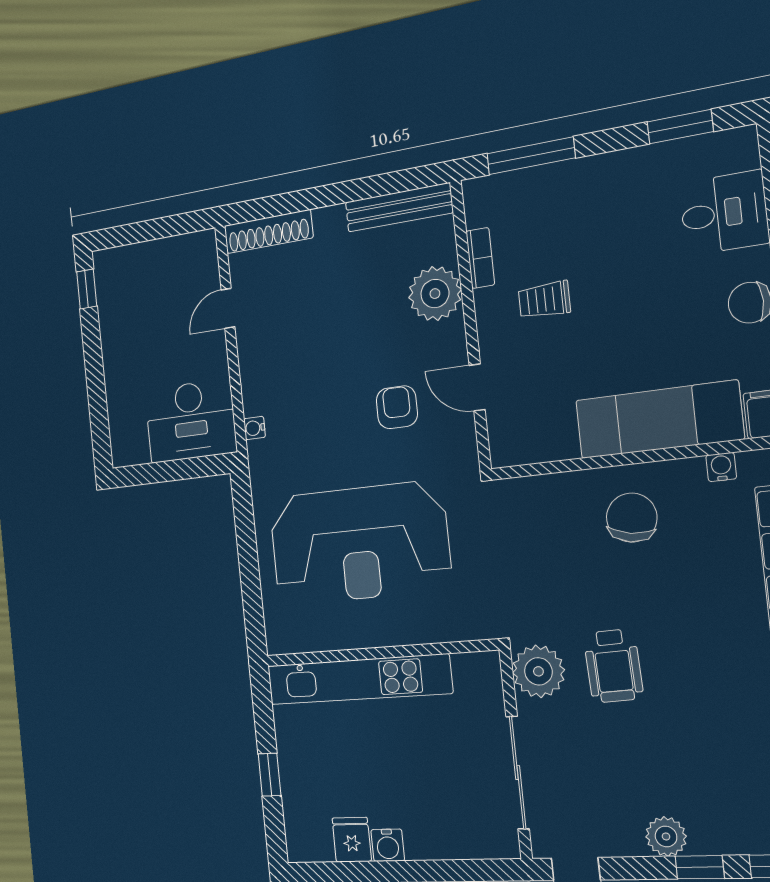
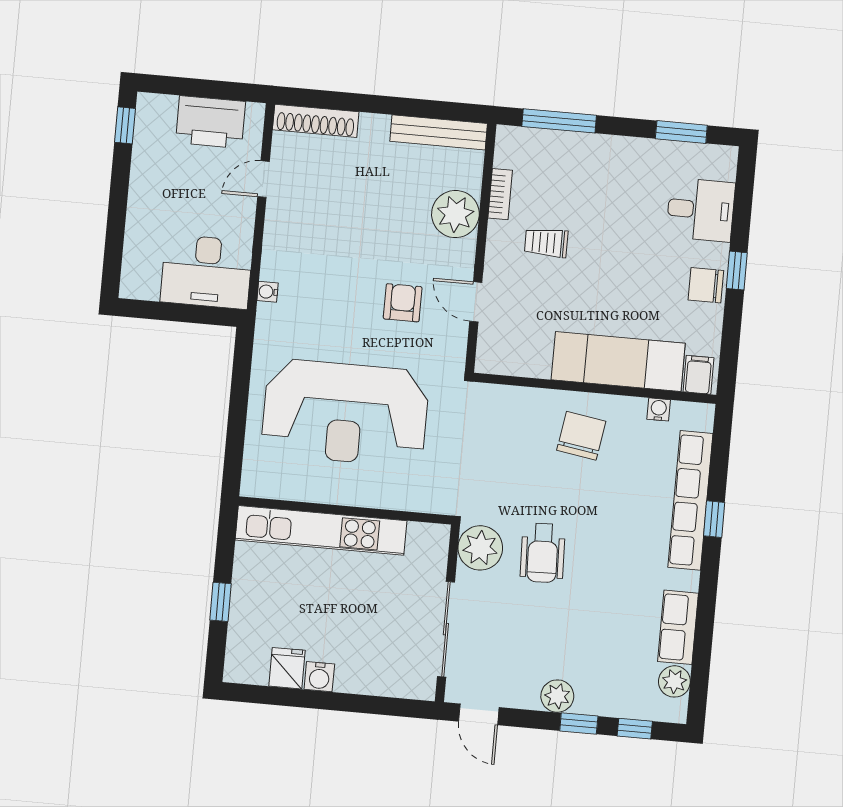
printer: (166, 263) -> (210, 122), added

